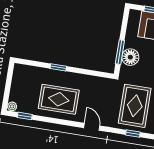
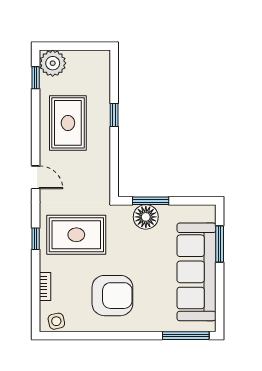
plant: (12, 106) -> (53, 63), width x1.88, depth x1.88
door: (92, 127) -> (36, 177), hinge flipped

